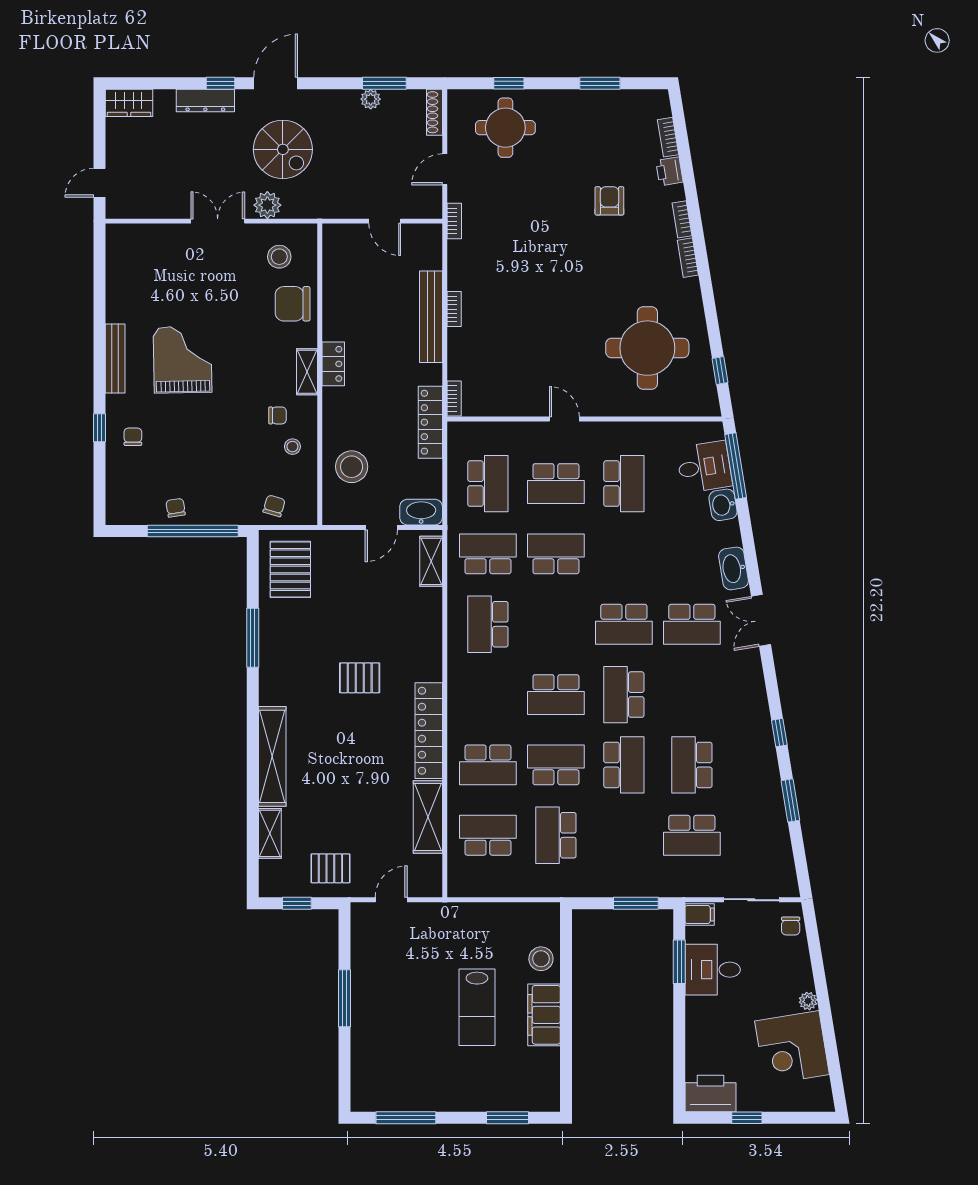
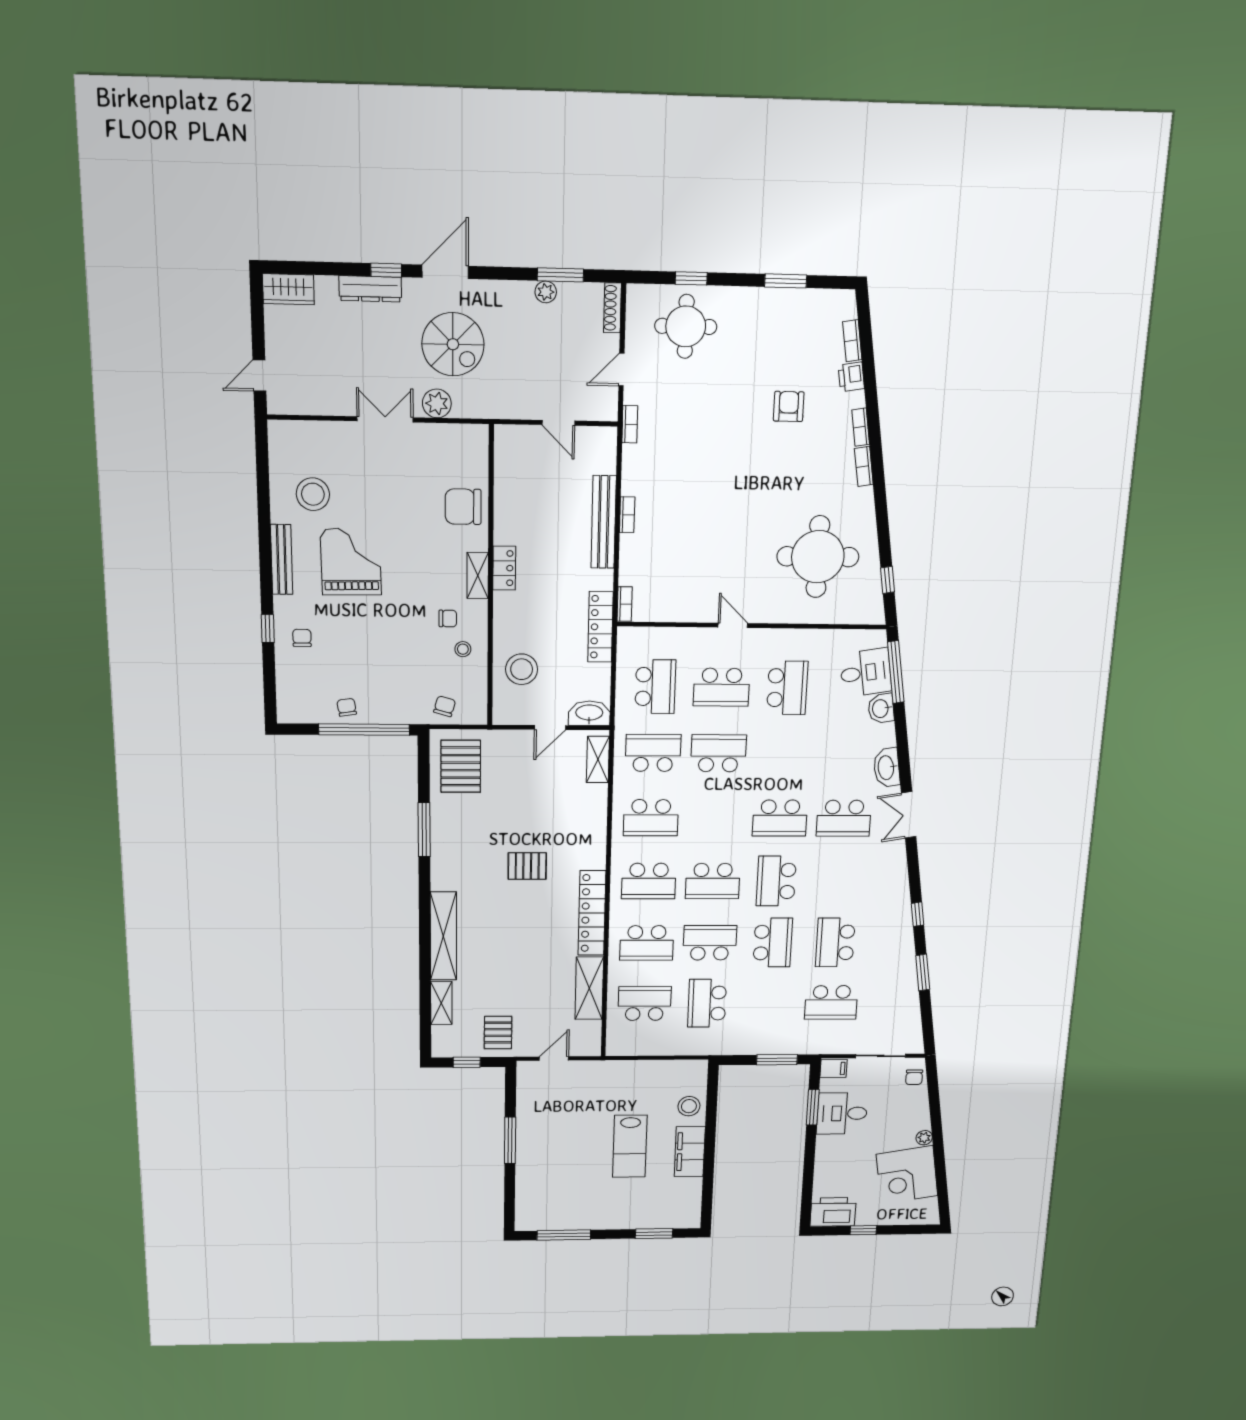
stool: (279, 257) -> (313, 494), moved, width x1.38, depth x1.38
school desk: (488, 624) -> (651, 818), turned -90
school desk: (488, 695) -> (649, 881), added
pallet: (330, 868) -> (498, 1033), turned 90

